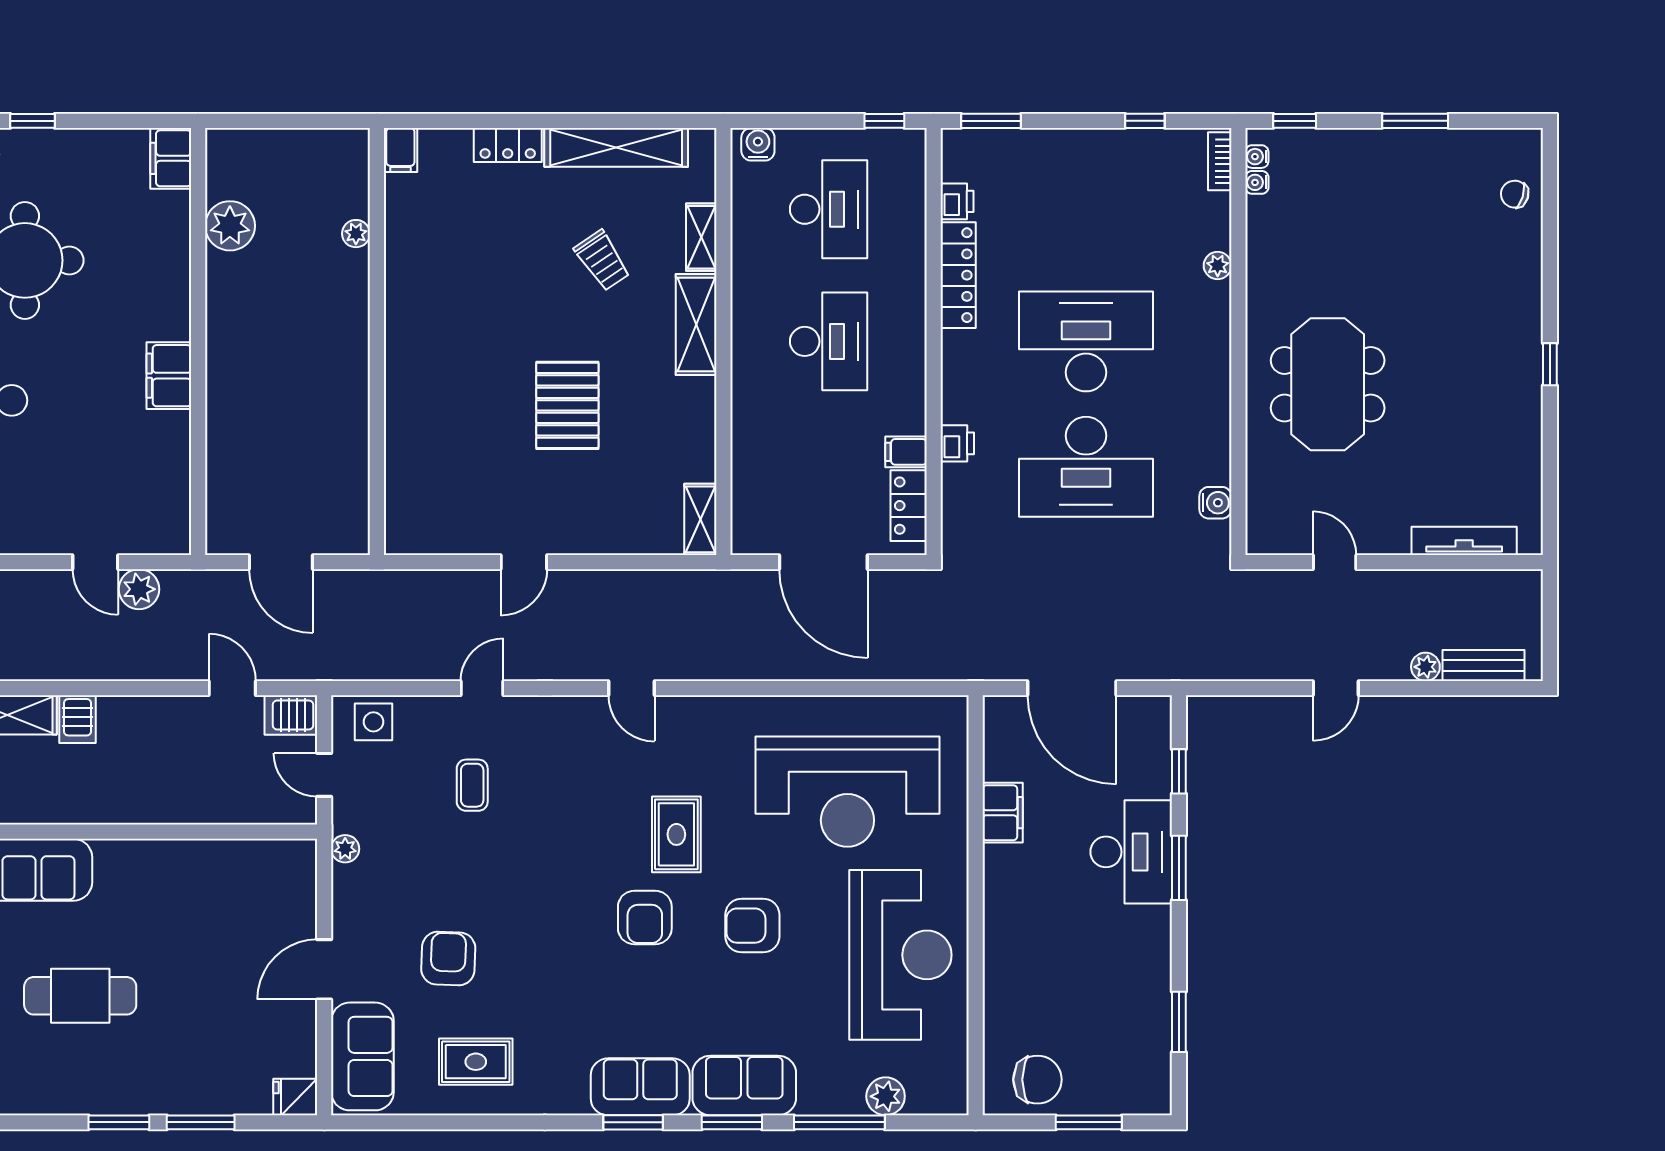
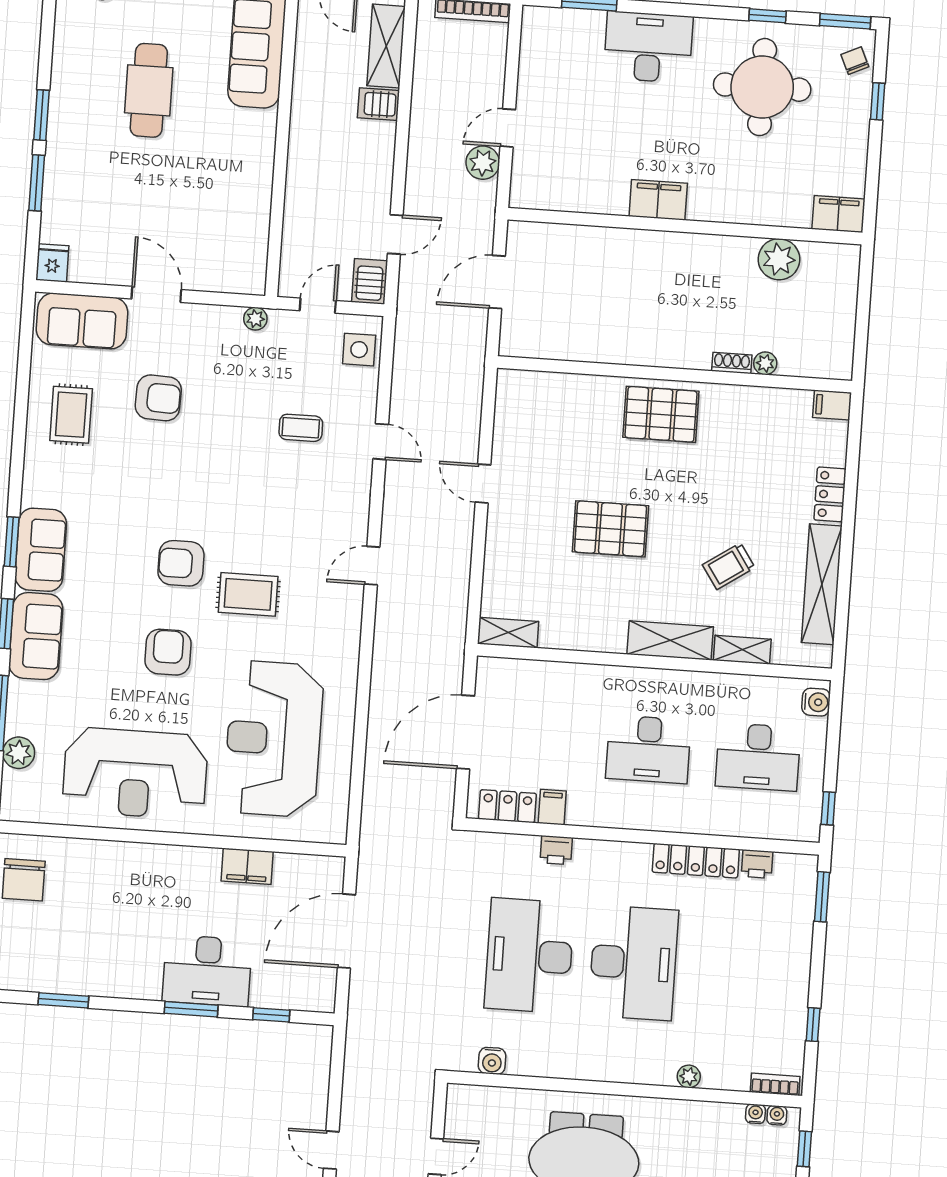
shoe rack: (358, 274) -> (732, 363), added
pallet: (426, 354) -> (661, 414), added

